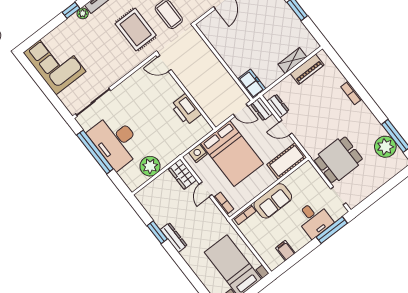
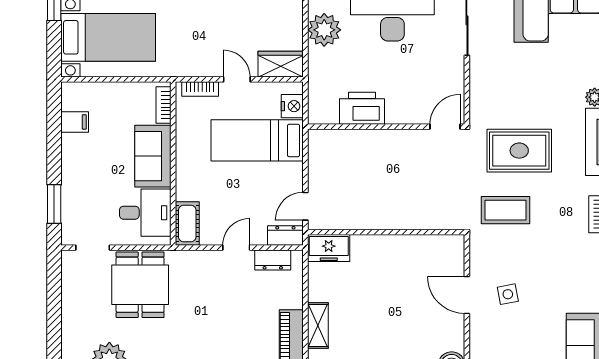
door: (164, 64) -> (445, 127), moved
wall: (186, 91) -> (386, 127), moved
printer: (186, 110) -> (362, 108), moved
bed: (232, 154) -> (257, 140), width x0.67
cot: (287, 161) -> (187, 224), width x0.73, depth x0.75
desk: (314, 219) -> (145, 213), moved, turned 180
window: (332, 230) -> (54, 204), width x0.69

